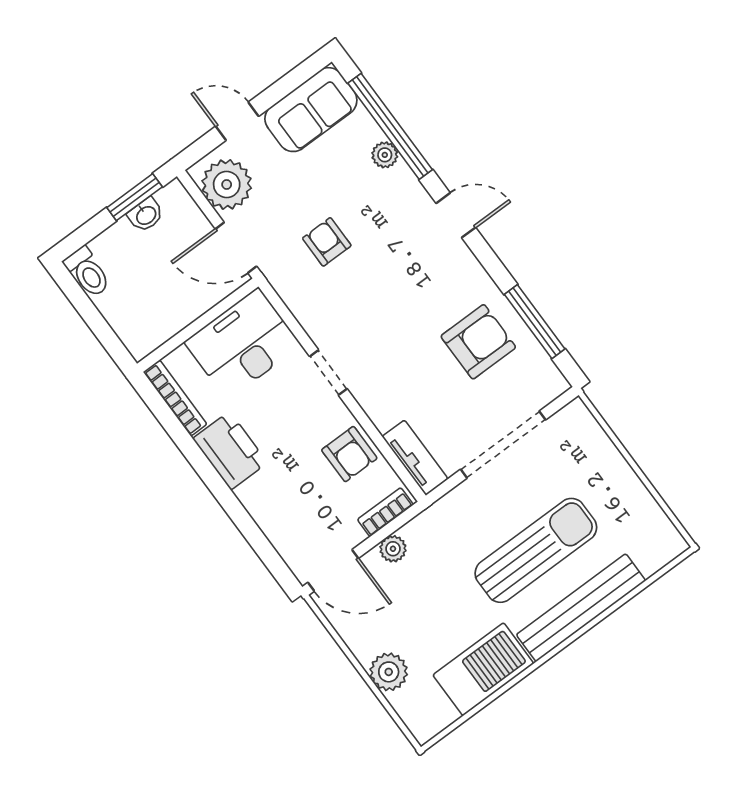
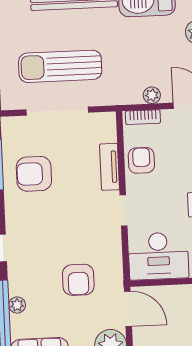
armchair: (327, 242) -> (78, 280), width x1.38, depth x1.38
tv unit: (415, 458) -> (110, 167), moved
sun lounger: (536, 550) -> (60, 66), moved

